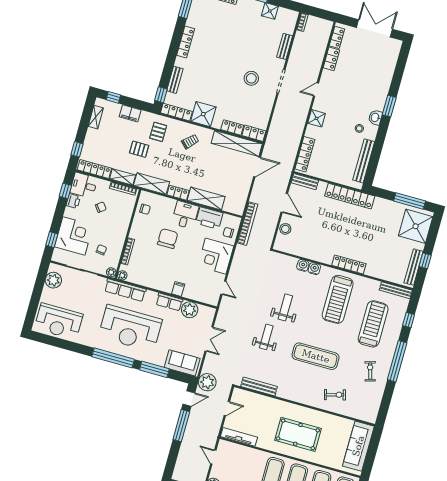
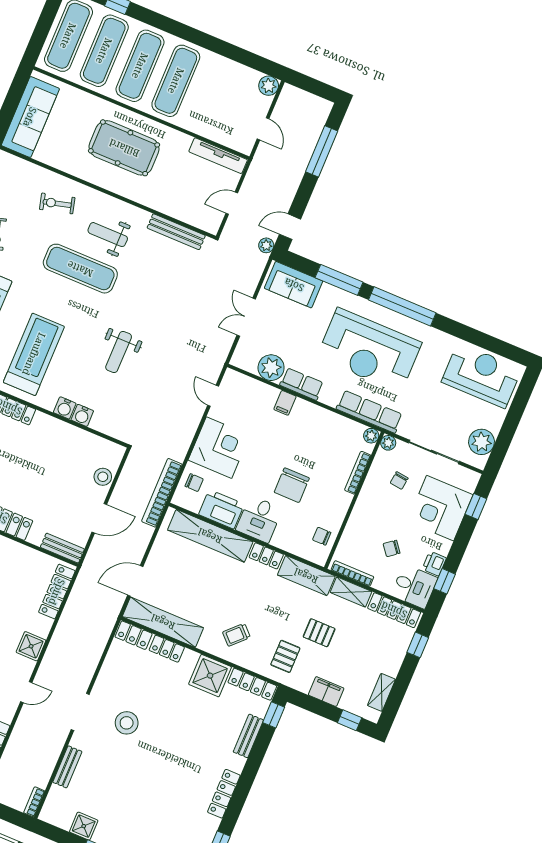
shelving: (206, 199) -> (210, 536), width x1.47
door: (284, 203) -> (99, 518), swing flipped
reception desk: (130, 328) -> (369, 350), turned 180
weight bench: (266, 337) -> (108, 235), moved, turned 90
plant: (207, 382) -> (266, 245), width x0.53, depth x0.53
window: (181, 426) -> (322, 151), moved

